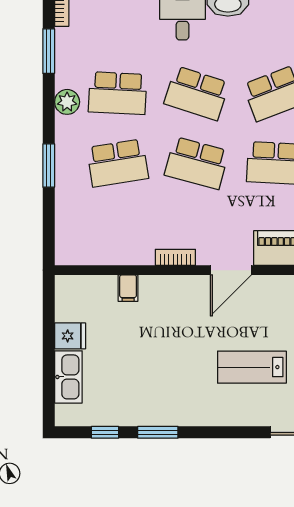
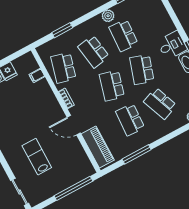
window: (49, 166) -> (62, 30), moved
school desk: (118, 233) -> (63, 68), added
filing cabinet: (128, 288) -> (37, 76), moved

